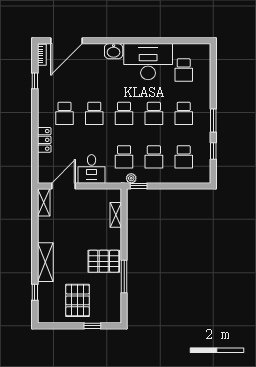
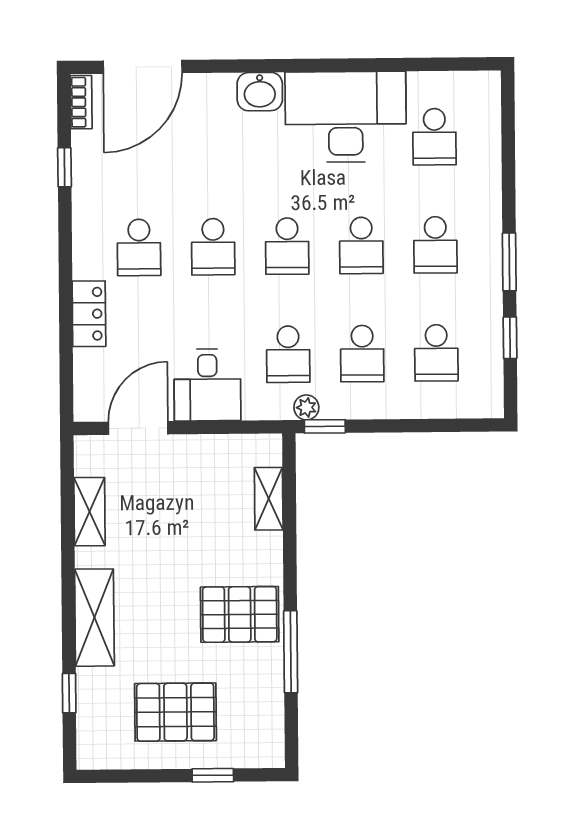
shelving: (44, 202) -> (89, 512), moved
pallet: (78, 300) -> (175, 712), turned 90

